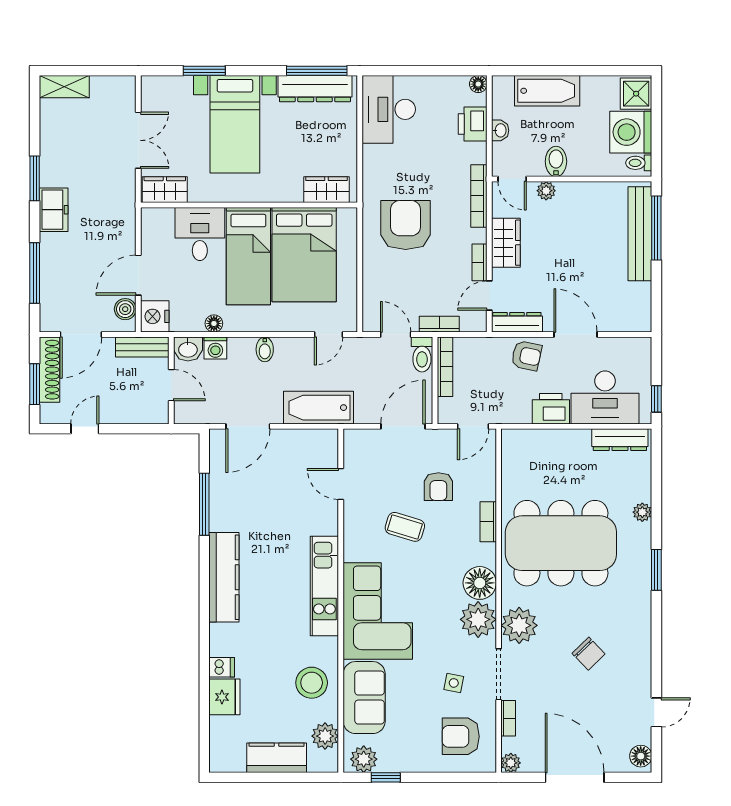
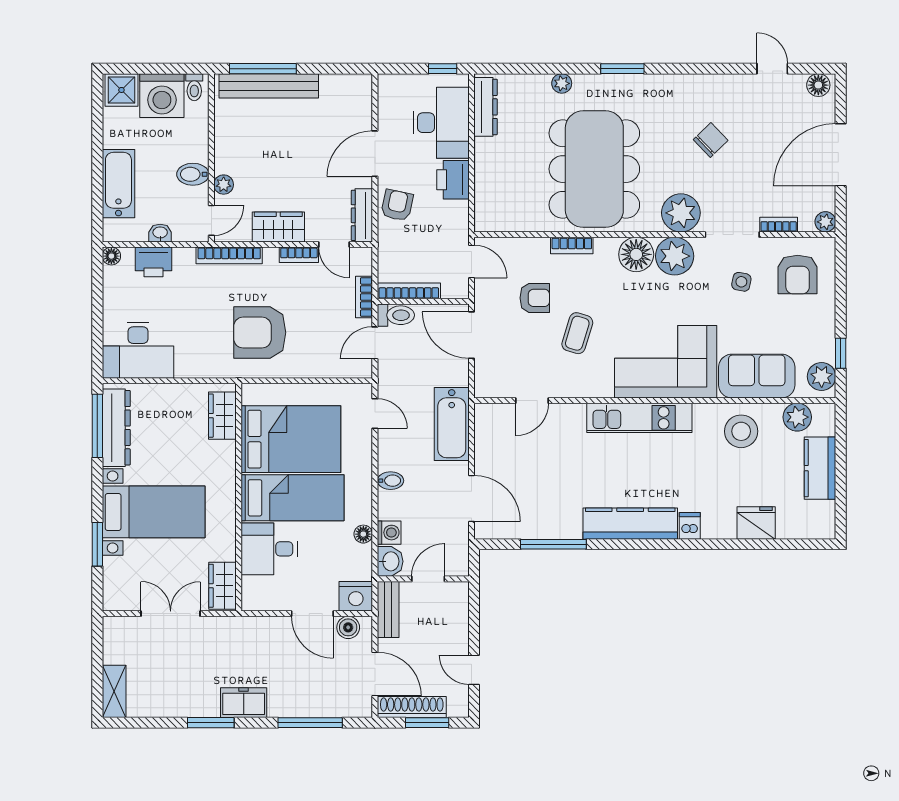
dishwasher: (222, 667) -> (690, 526), moved

